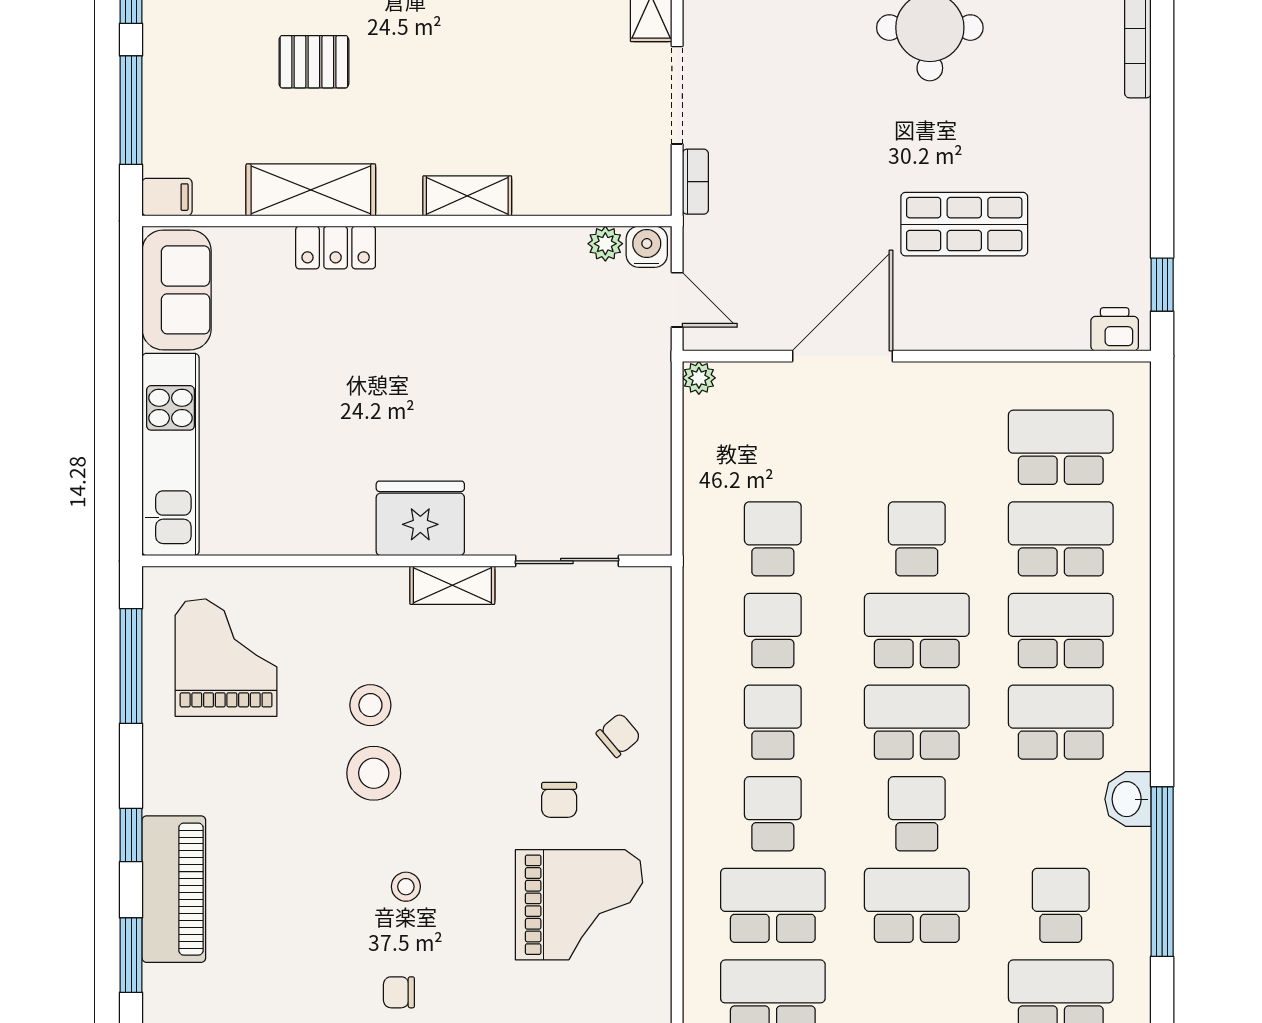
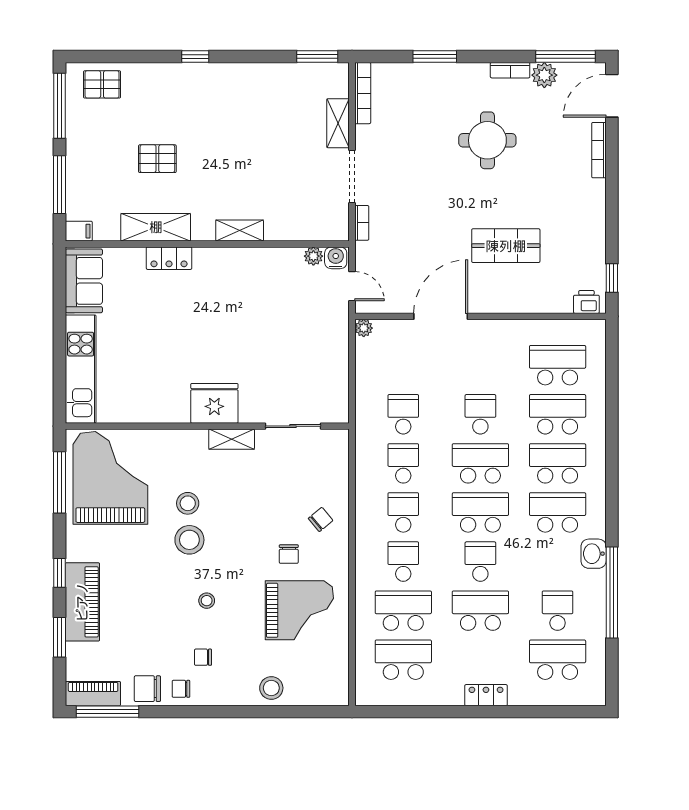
grand piano: (226, 658) -> (110, 478), width x1.37, depth x1.48

